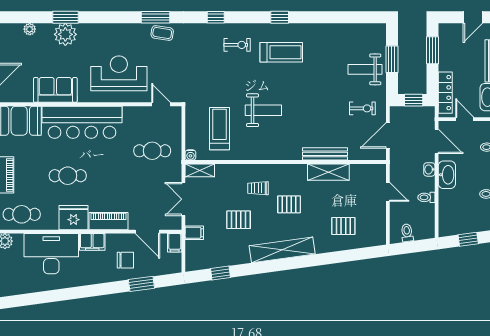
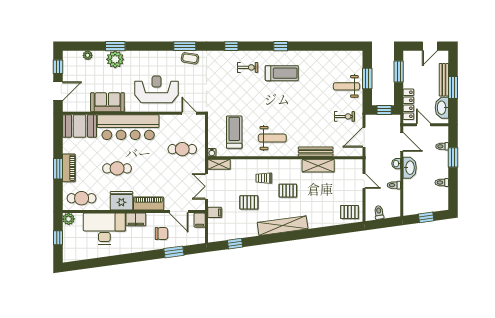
weight bench: (263, 110) -> (272, 138), moved
pallet: (343, 226) -> (350, 212), moved

